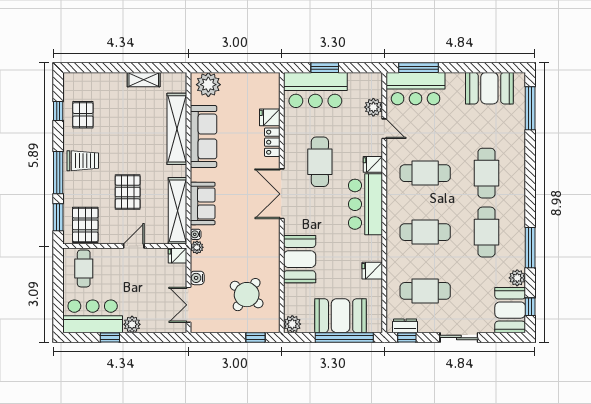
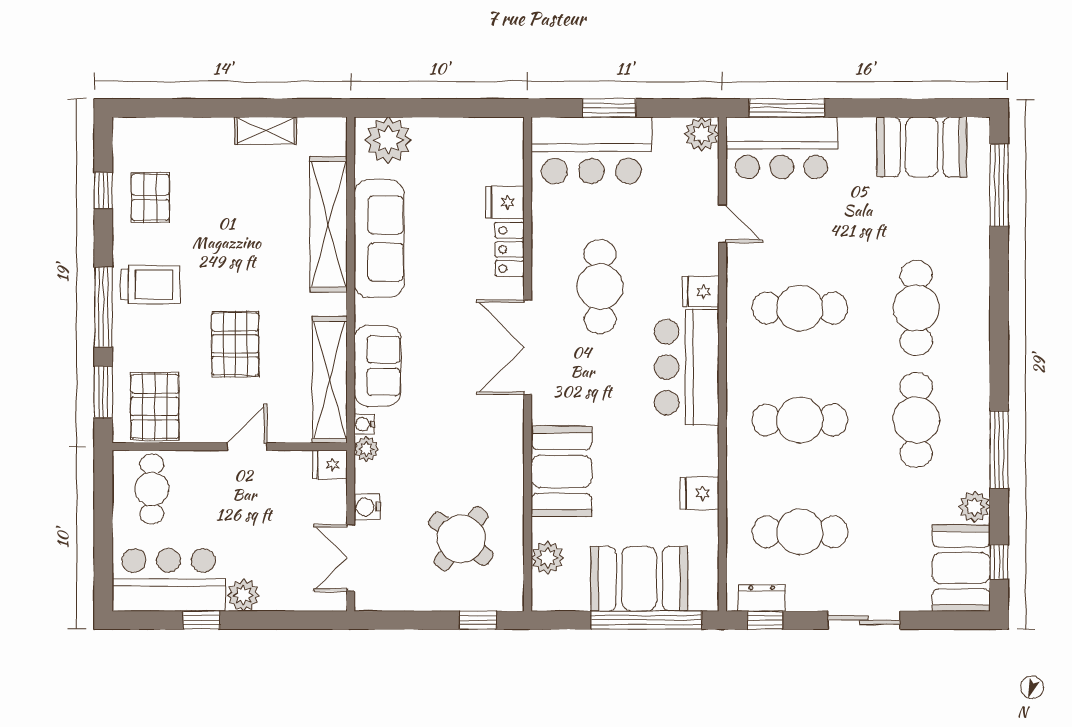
plant: (373, 107) -> (702, 134), moved
plant: (292, 324) -> (548, 558), moved

